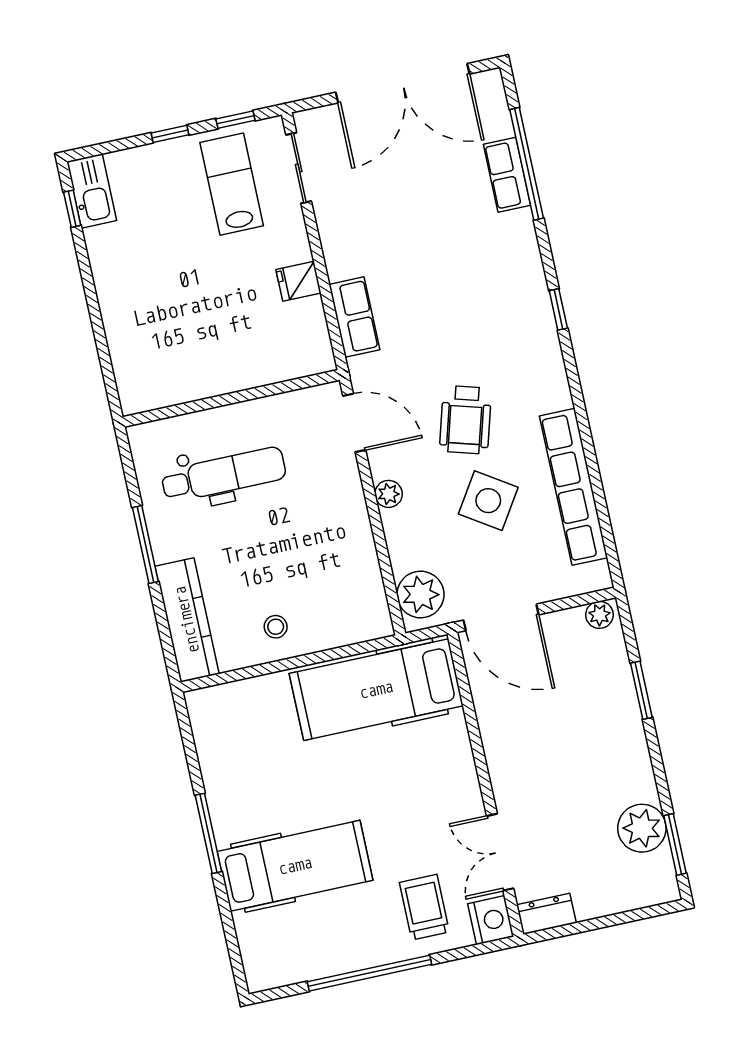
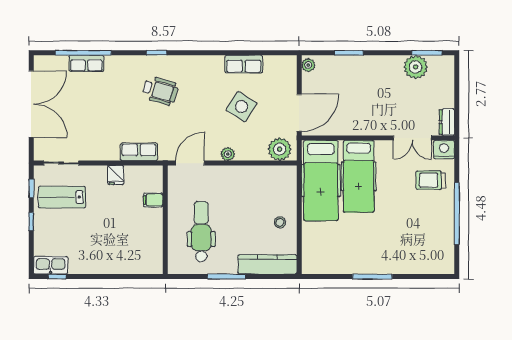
filing cabinet: (265, 366) -> (153, 200), added
wheelchair: (465, 420) -> (160, 91), moved
row of seats: (574, 487) -> (244, 64), width x0.50
hospital bed: (295, 866) -> (359, 176), moved, turned 180

